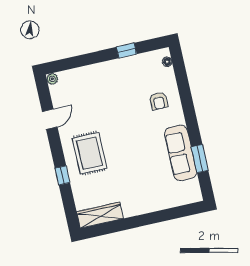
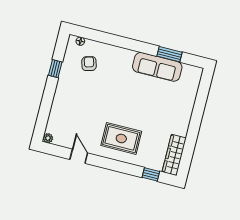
armchair: (159, 101) -> (89, 64), moved, turned -106
window: (62, 175) -> (151, 174), moved

